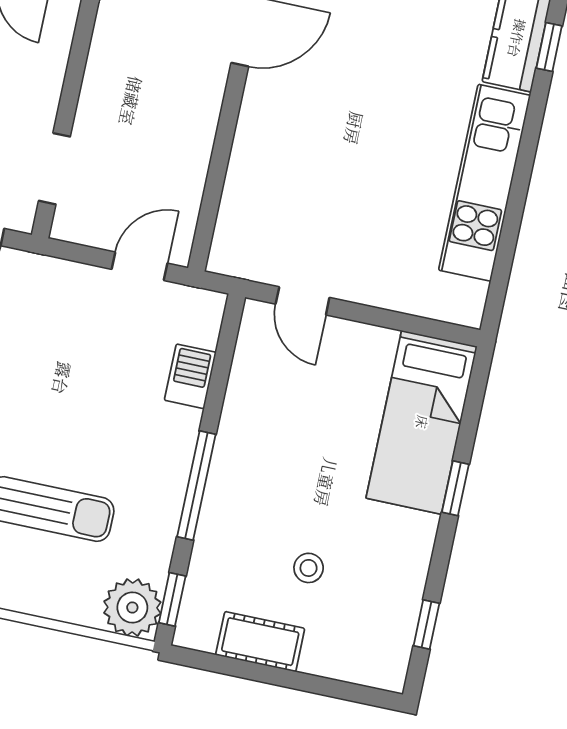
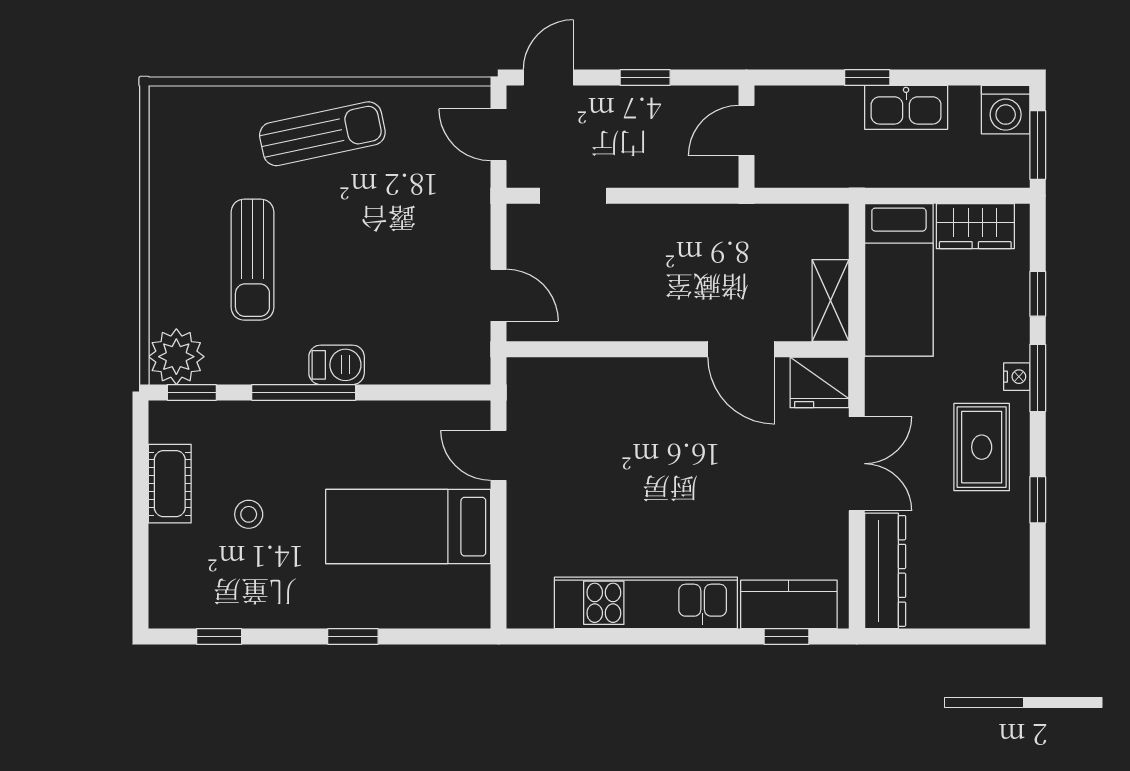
door: (303, 301) -> (499, 455), hinge flipped
barbecue: (190, 376) -> (337, 365), moved
bed: (422, 422) -> (408, 527), moved

